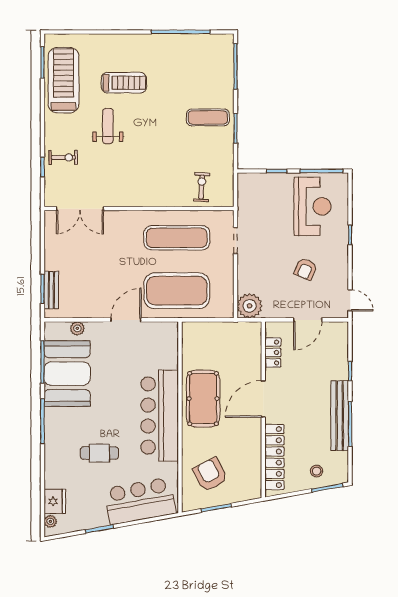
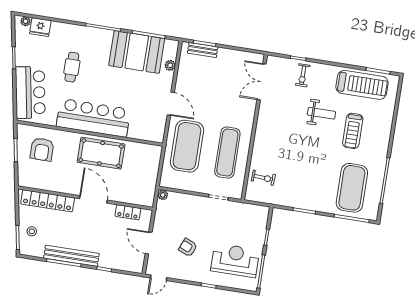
exercise mat: (208, 117) -> (352, 188), moved, width x2.00, depth x1.45
reception desk: (312, 206) -> (235, 260), turned 180
plant: (250, 306) -> (163, 195), width x0.53, depth x0.53
armchair: (210, 474) -> (42, 149), turned 117

